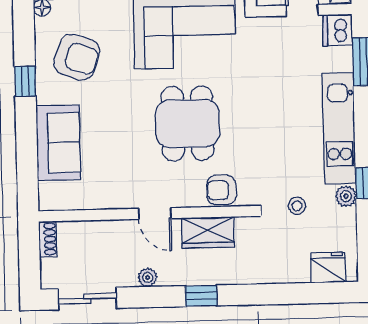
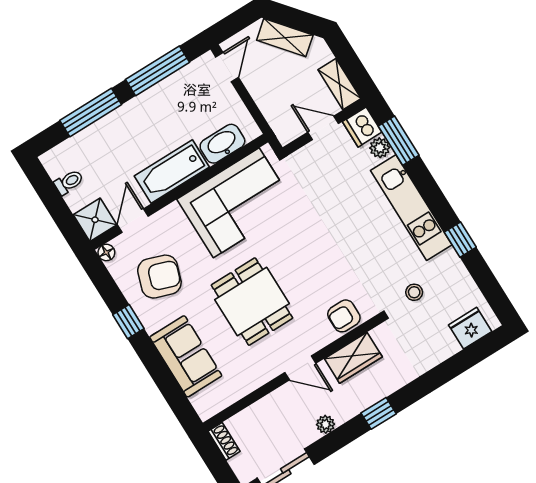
dining table: (187, 123) -> (252, 302), moved
plant: (346, 196) -> (380, 148), moved

